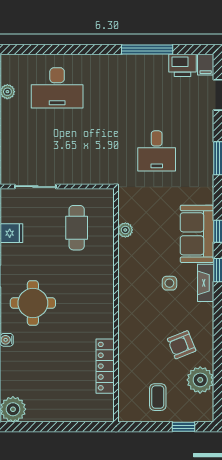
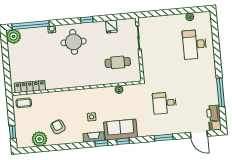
locker: (105, 366) -> (30, 87), moved
coffee table: (158, 397) -> (24, 103), moved

